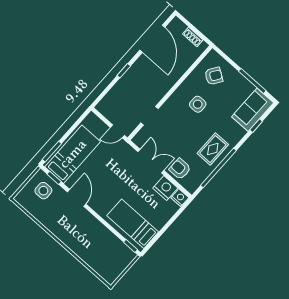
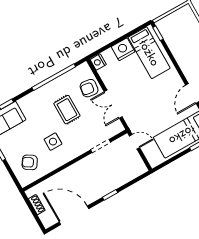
door: (152, 39) -> (74, 215), hinge flipped
rug: (213, 149) -> (67, 110), moved, turned 90
armchair: (180, 169) -> (89, 88), turned 98
nightstand: (165, 188) -> (123, 49), moved, turned 90

